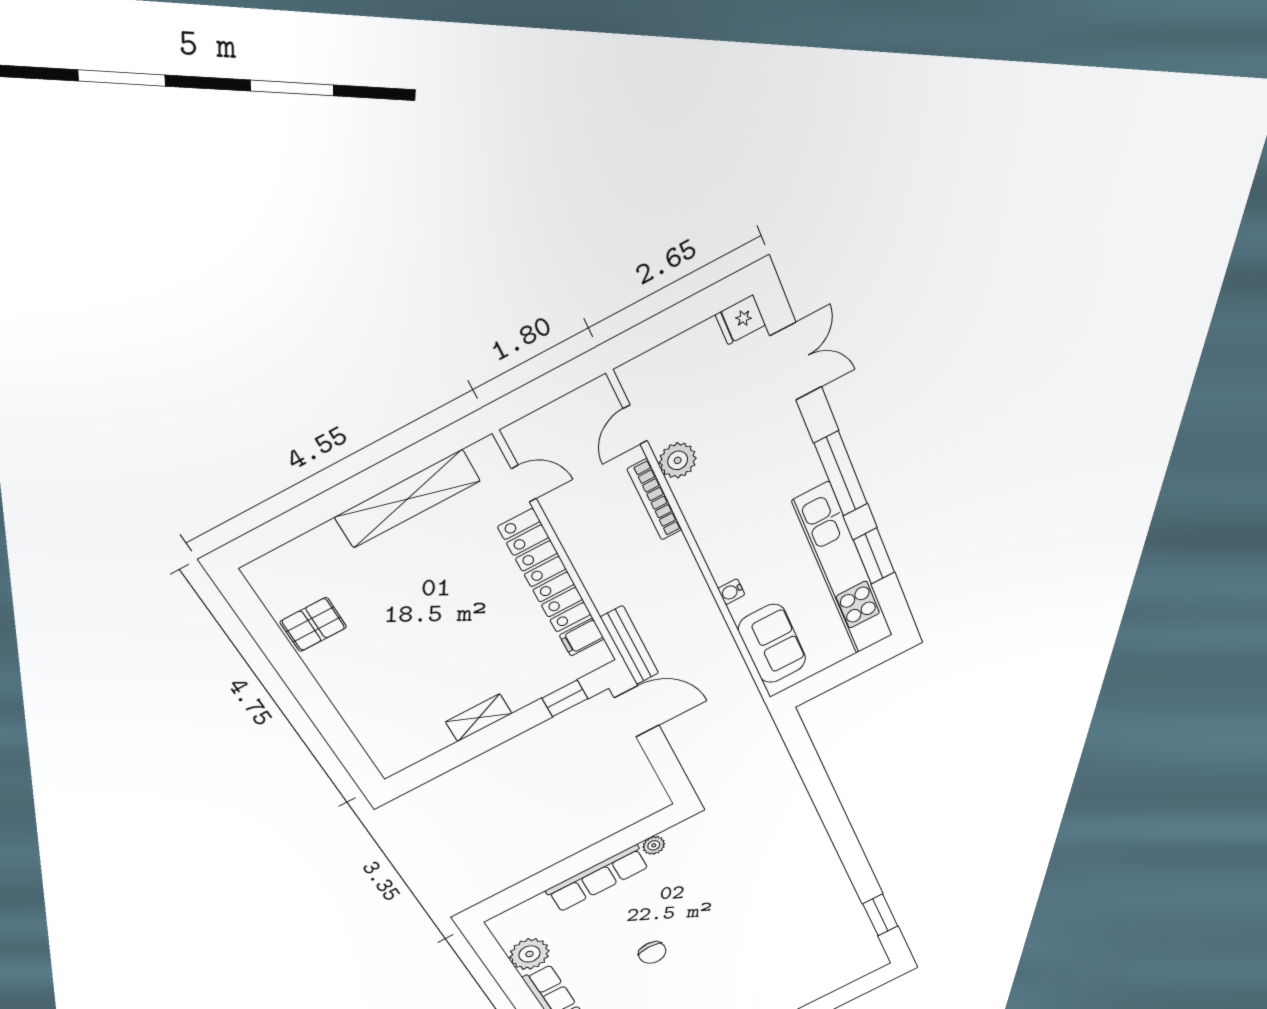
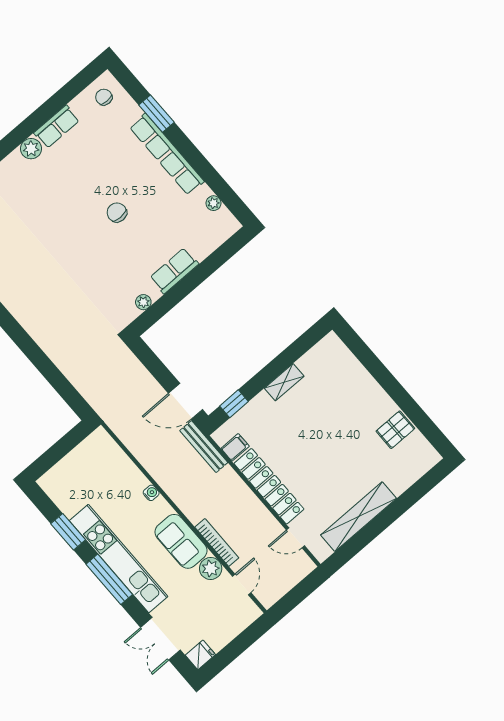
kitchen unit: (843, 570) -> (118, 559), moved
sofa: (772, 644) -> (181, 541), moved
row of seats: (598, 879) -> (174, 271), width x0.68
plant: (529, 954) -> (213, 203), width x0.53, depth x0.53

